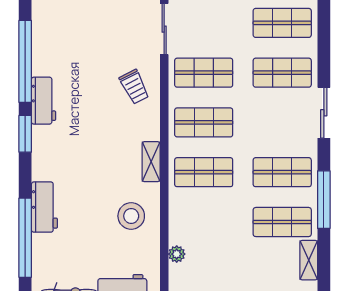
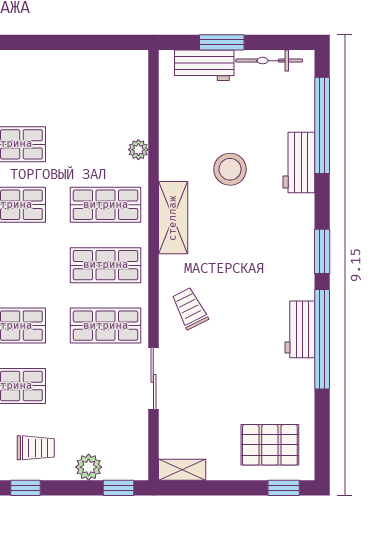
workbench: (44, 101) -> (300, 329), moved
shelving: (151, 162) -> (173, 218), width x1.50, depth x1.33
stool: (131, 216) -> (230, 169), moved
plant: (177, 254) -> (138, 150), moved

